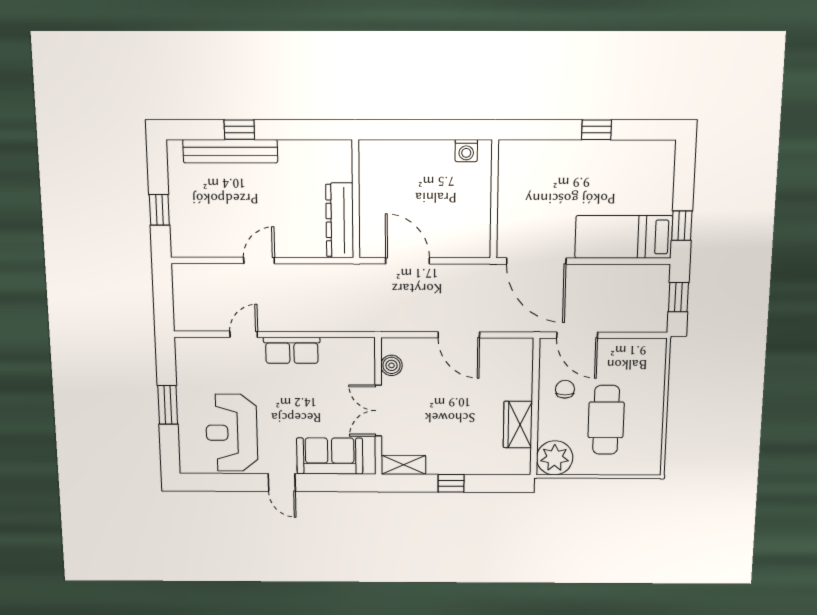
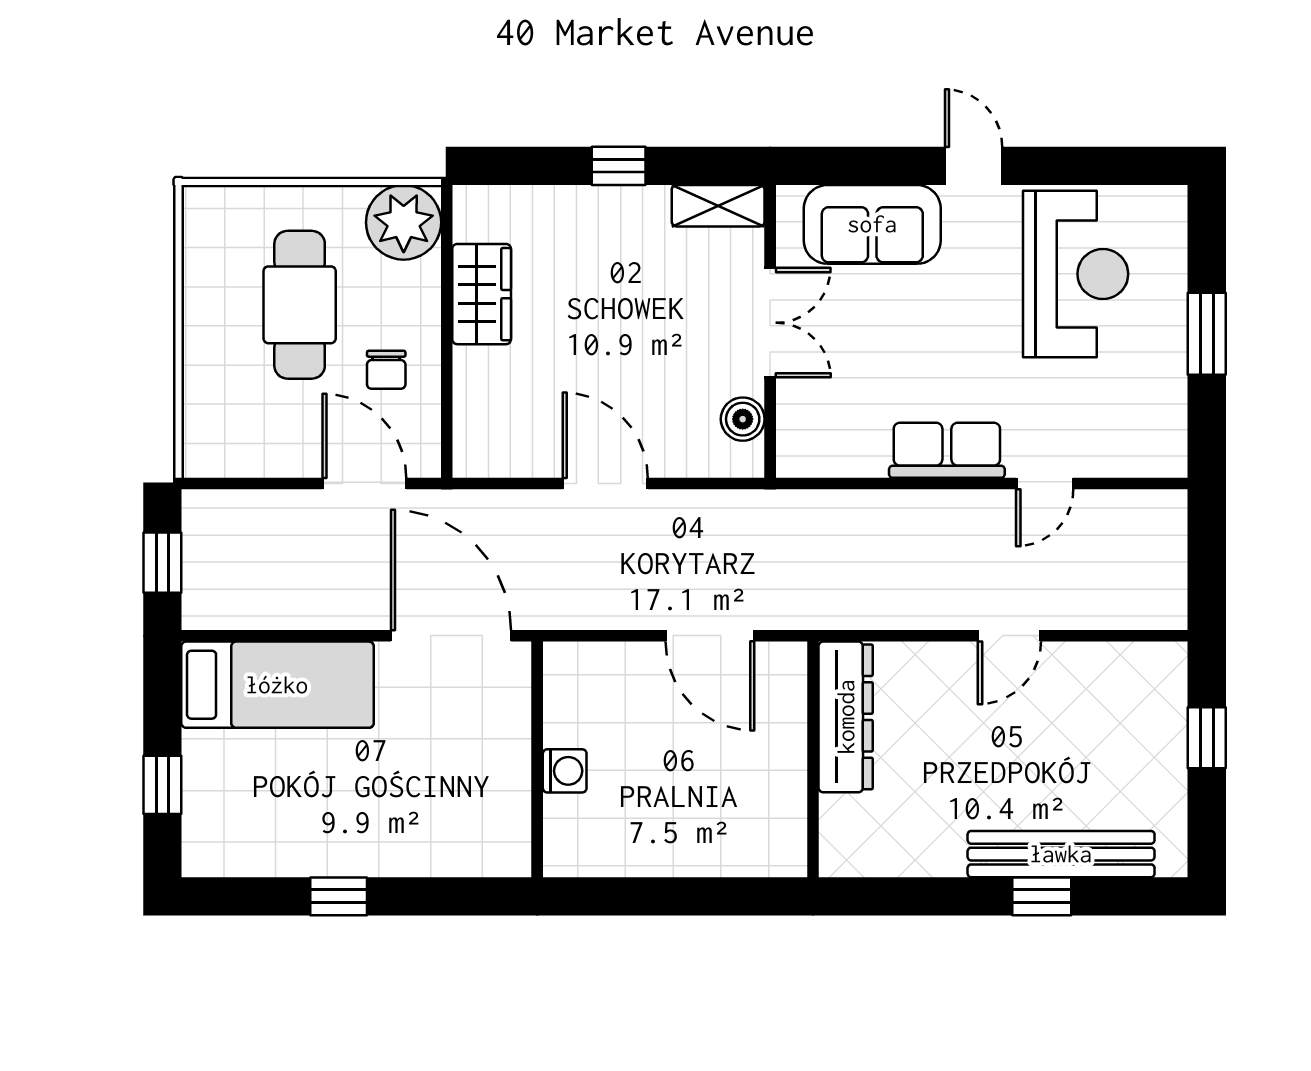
washing machine: (466, 151) -> (565, 771), moved, turned 90
window: (682, 226) -> (162, 785), moved

